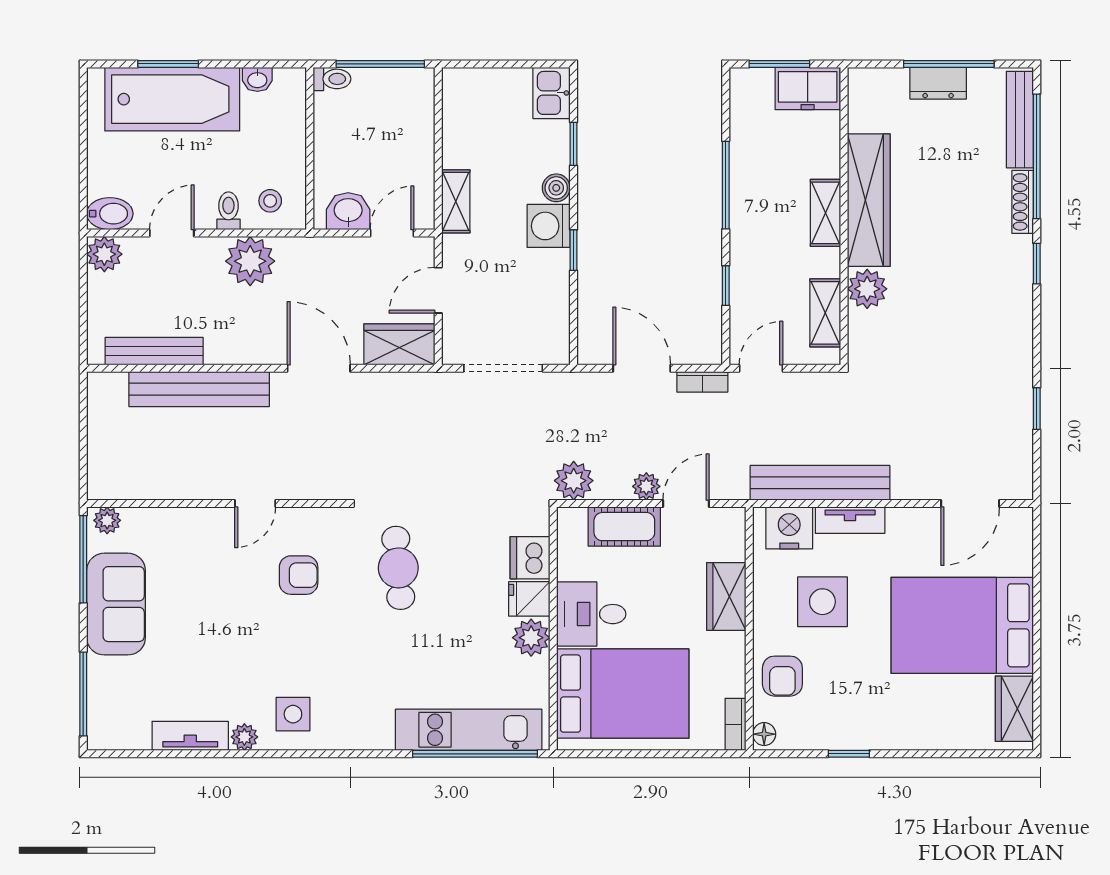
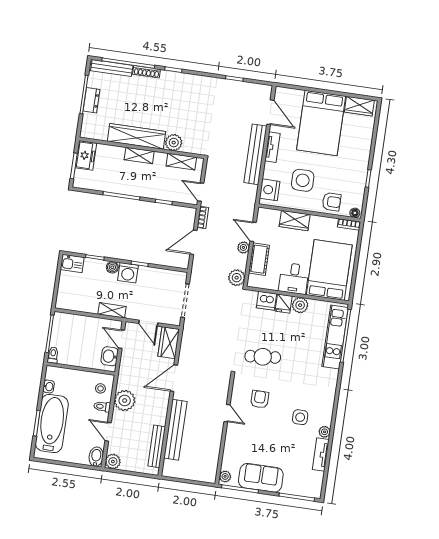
bench: (820, 483) -> (255, 154), moved
tv unit: (850, 520) -> (272, 147), moved
side table: (293, 714) -> (300, 417), moved

